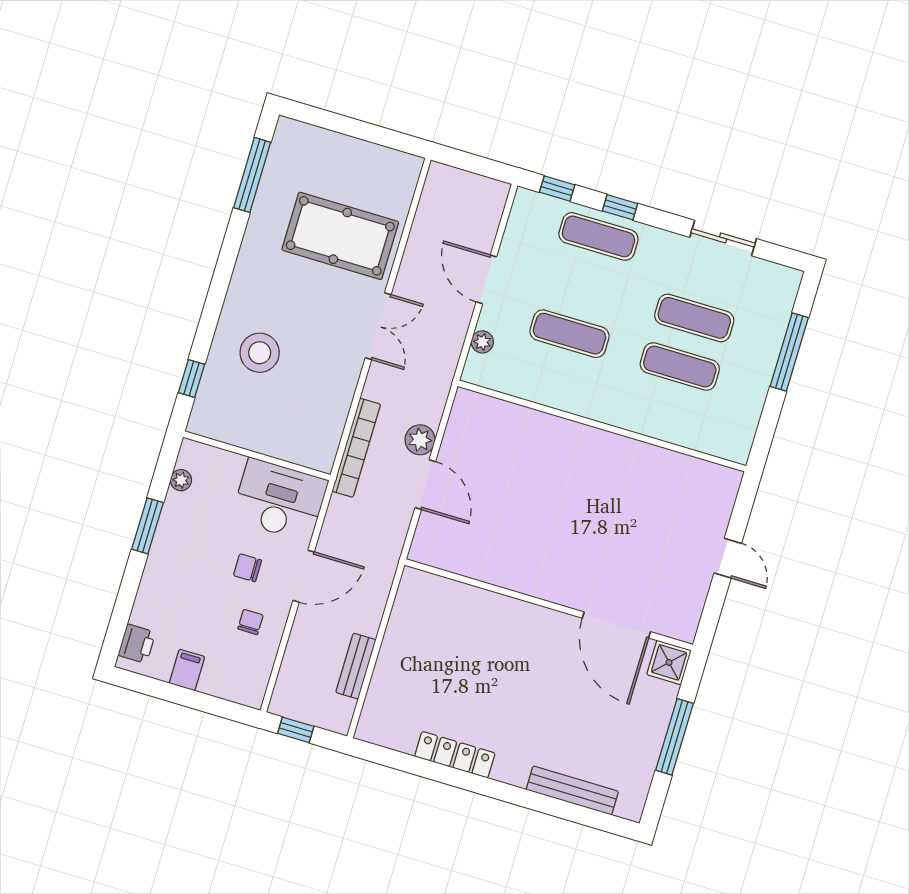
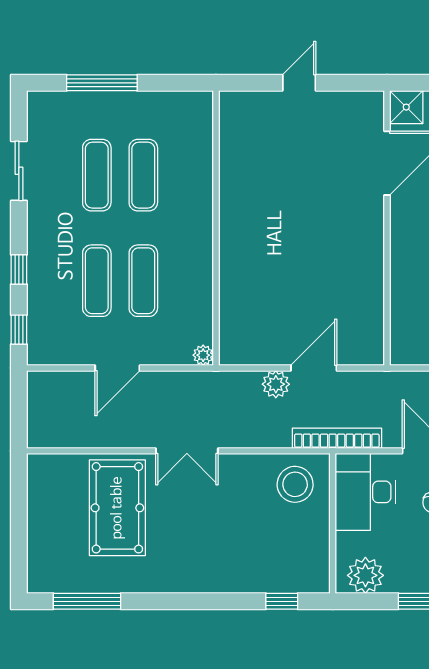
exercise mat: (598, 236) -> (97, 281), moved
double door: (378, 326) -> (187, 451), swing flipped
plant: (482, 342) -> (203, 355), moved
stool: (260, 353) -> (295, 484), moved
bookcase: (356, 448) -> (337, 438), moved
plant: (181, 480) -> (365, 575), width x1.88, depth x1.88

